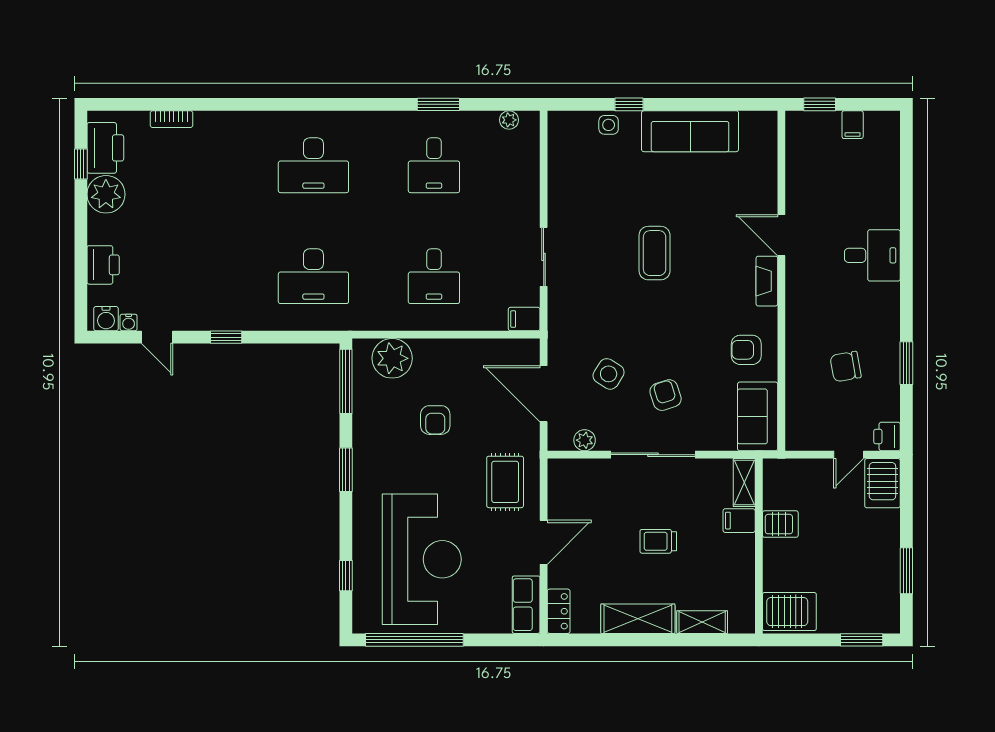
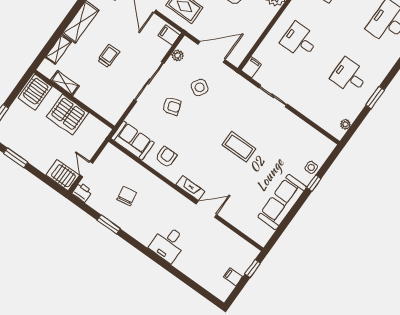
shelving: (744, 483) -> (65, 83), moved
filing cabinet: (739, 521) -> (169, 35), moved, turned -90
server rack: (780, 524) -> (67, 115), width x2.18, depth x1.44

